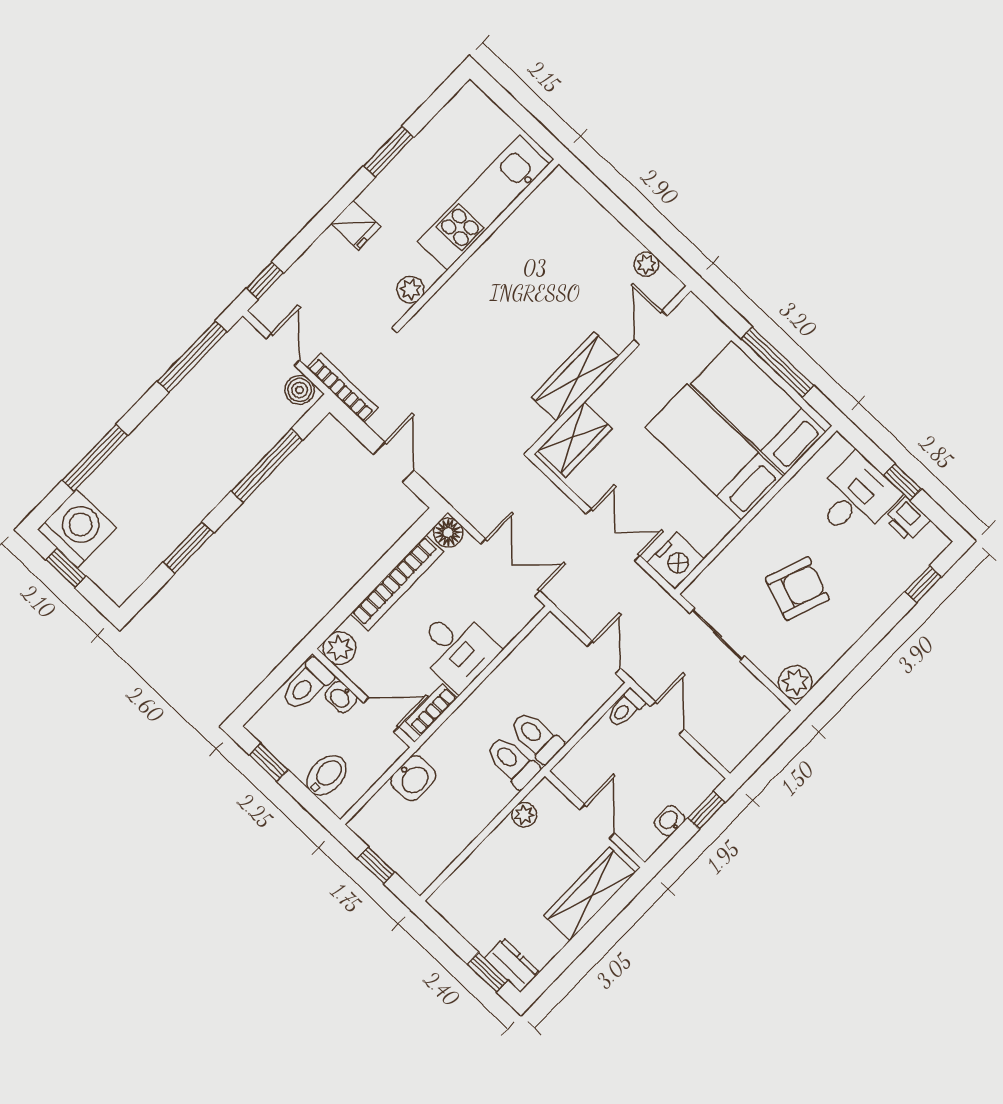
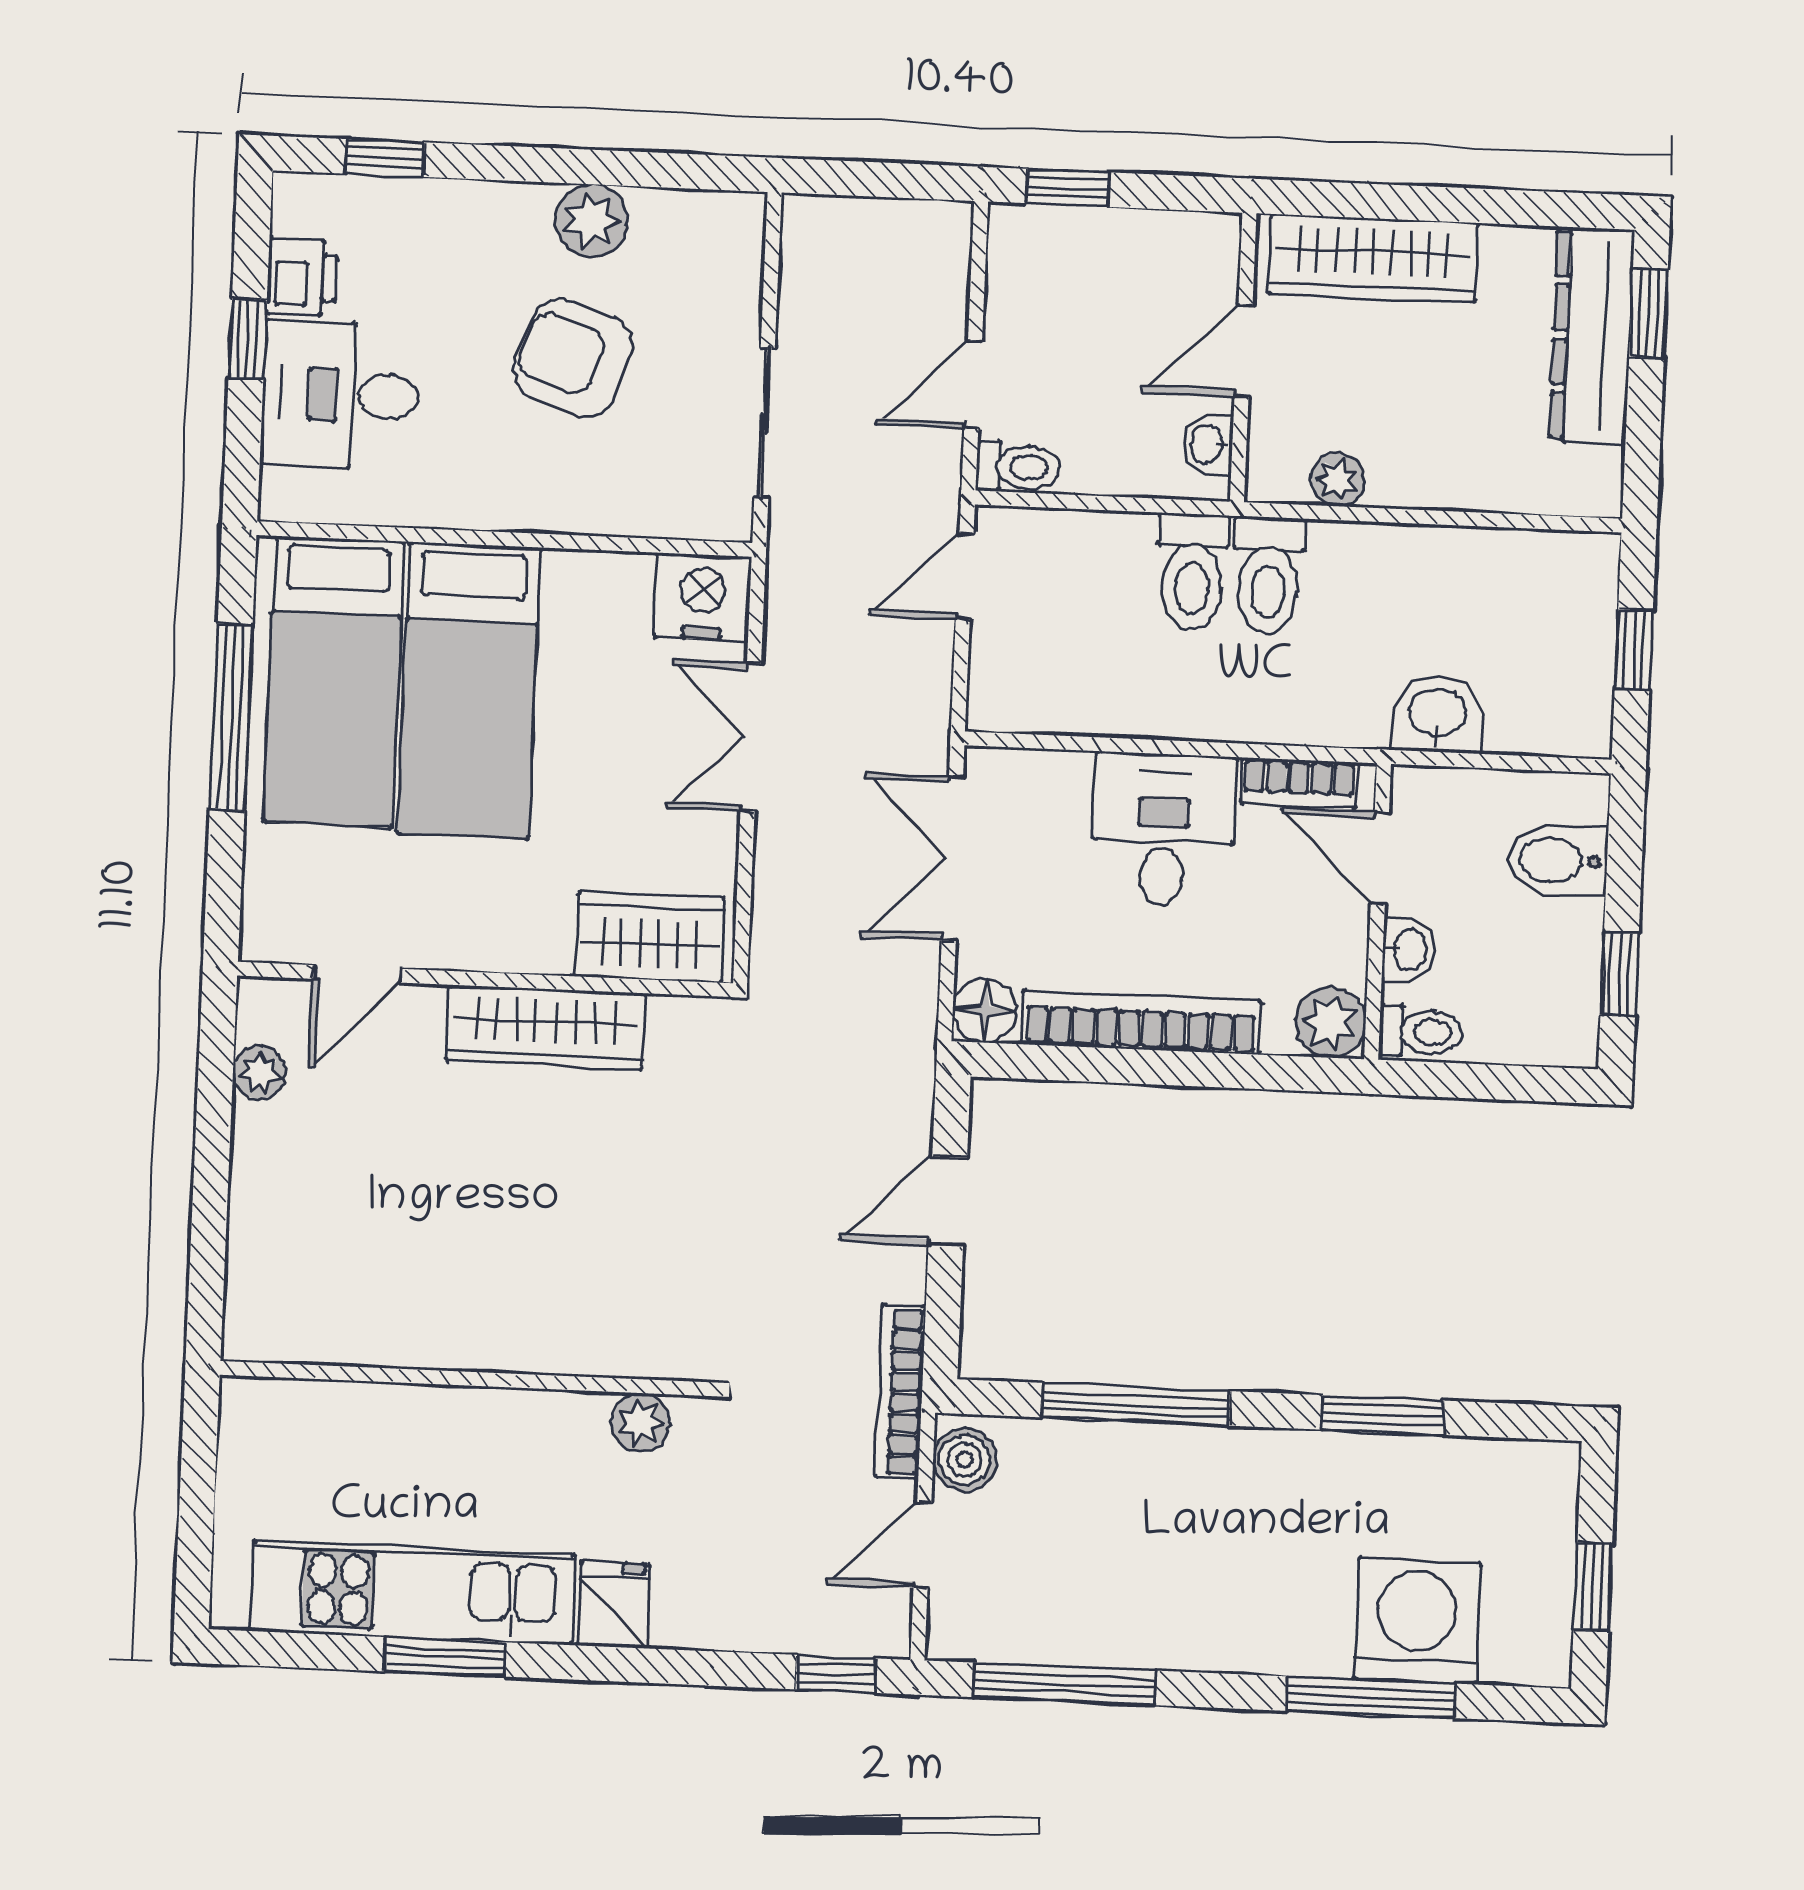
kitchen unit: (484, 203) -> (412, 1593), moved, turned 180
washing machine: (77, 529) -> (1417, 1621), moved, turned 90
plant: (795, 682) -> (591, 220), moved
toilet: (307, 685) -> (1421, 1032), width x0.73, depth x0.72
washbasin: (670, 821) -> (1208, 444), moved, turned 90
dresser: (512, 965) -> (1592, 336), width x1.96, depth x1.24

